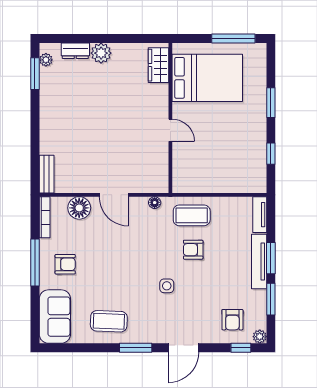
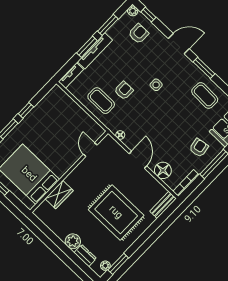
wardrobe: (159, 65) -> (59, 195), moved
rug: (86, 122) -> (116, 212), added
door: (170, 130) -> (90, 150), moved
window: (271, 154) -> (26, 110), moved
coffee table: (192, 215) -> (101, 101), moved
armchair: (193, 250) -> (124, 91), turned -90
armchair: (65, 264) -> (199, 148), turned 80

